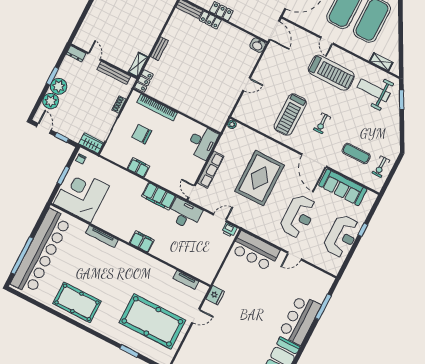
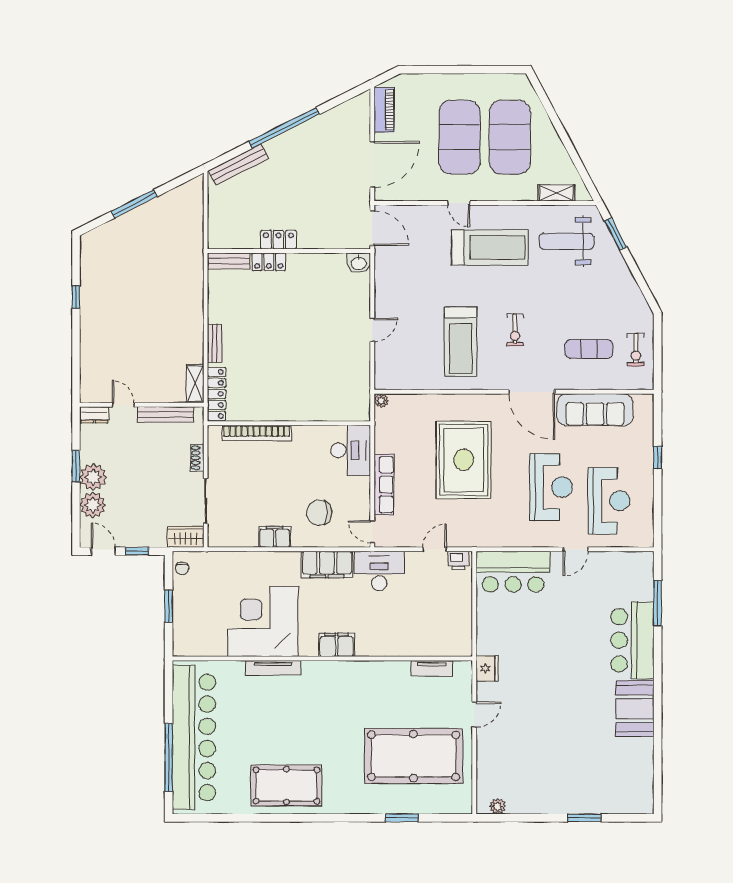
locker: (144, 81) -> (217, 394), width x1.53
chair: (142, 134) -> (319, 513), moved
corner desk: (81, 195) -> (263, 621), moved
reception desk: (342, 236) -> (609, 501), moved

